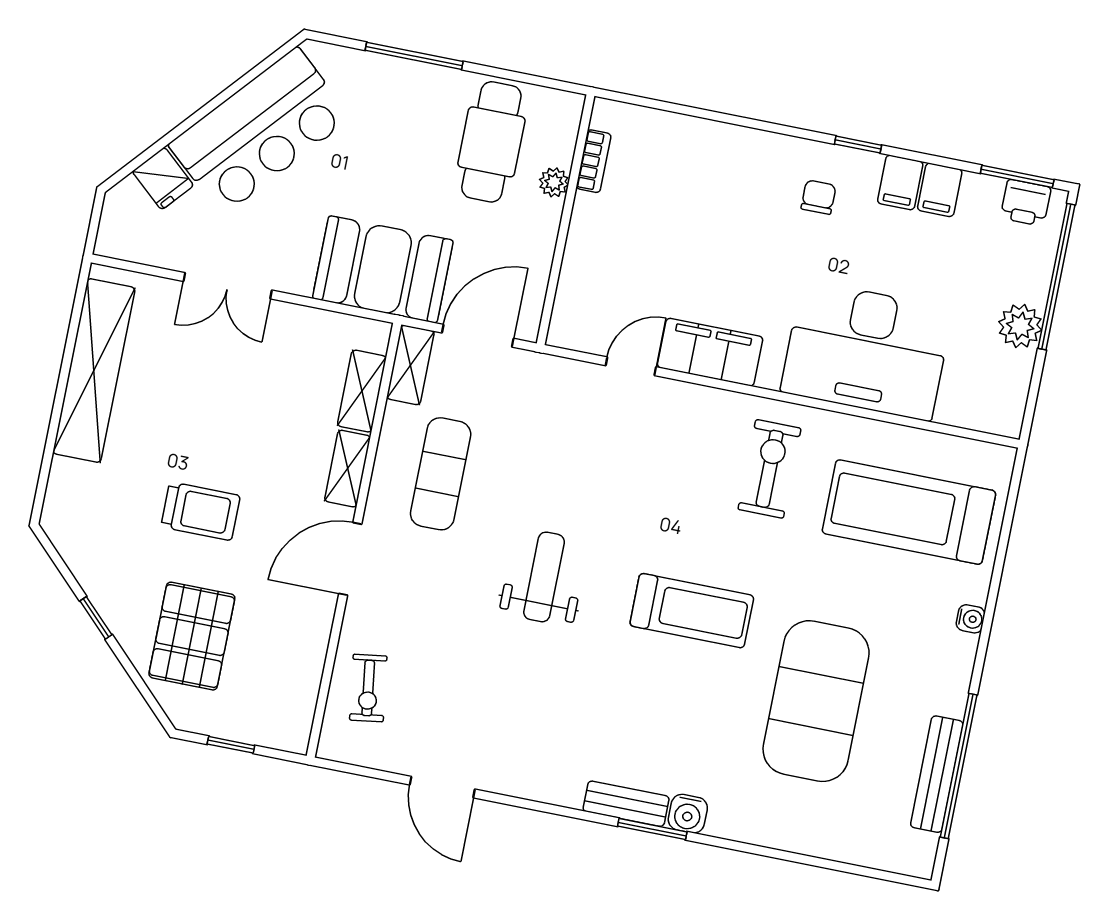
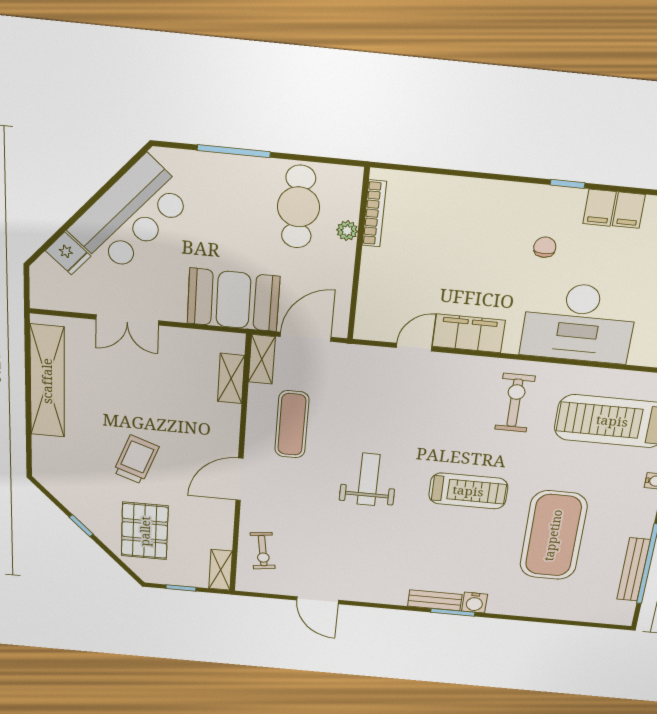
bookcase: (594, 161) -> (374, 213), width x1.56
chair: (818, 197) -> (545, 247), moved
shelving: (348, 469) -> (220, 570), moved
trolley: (201, 511) -> (136, 460), turned -70

